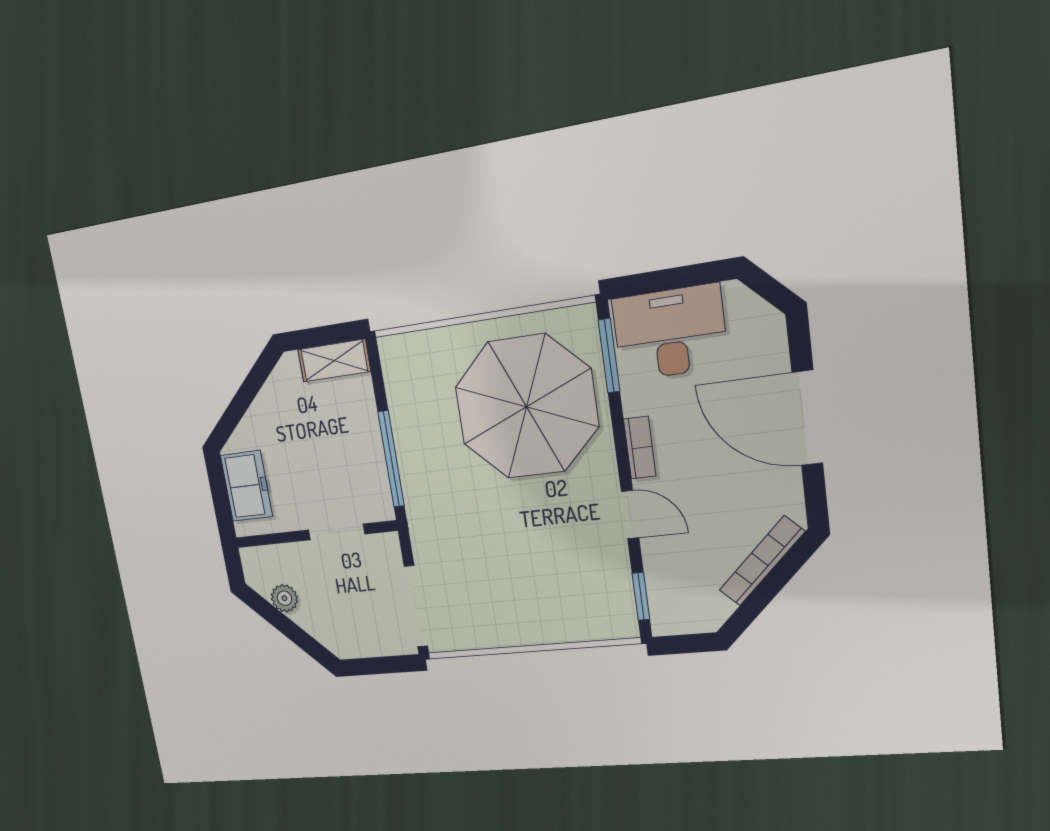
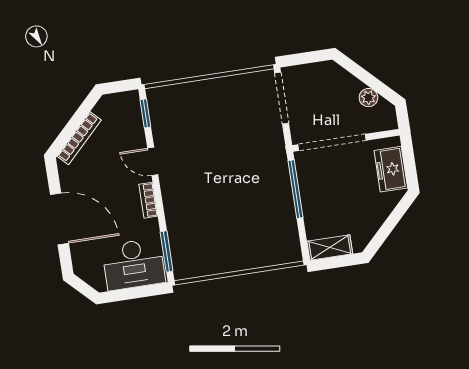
parasol: (526, 407) -> (213, 222), removed
doorway: (337, 532) -> (332, 142), width x1.88

